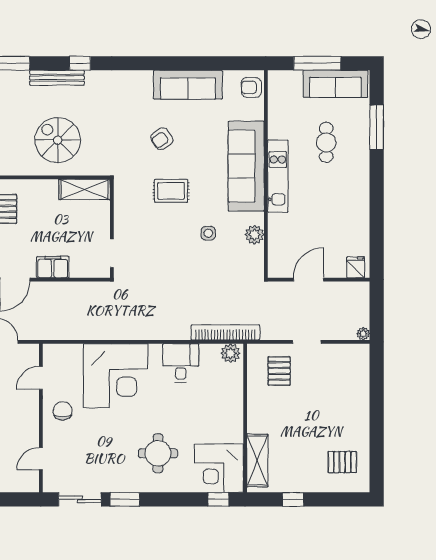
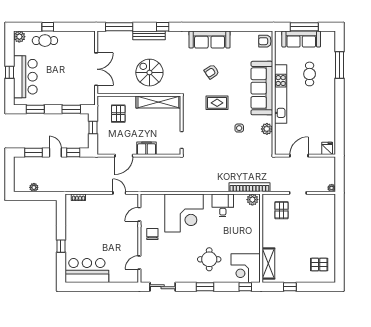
sofa: (335, 84) -> (301, 39), moved
sofa: (188, 85) -> (210, 40), moved
kitchen unit: (278, 176) -> (281, 94), width x1.36
shelving: (85, 189) -> (158, 102), width x1.47
window: (125, 499) -> (205, 287), moved

